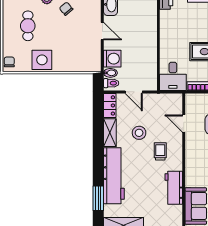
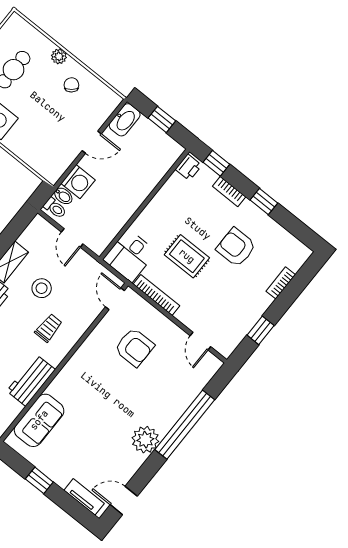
door: (102, 31) -> (92, 142), hinge flipped
locker: (110, 105) -> (33, 232), removed
door: (184, 123) -> (115, 299), moved

